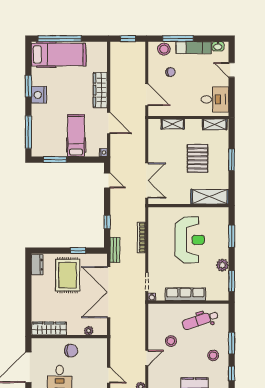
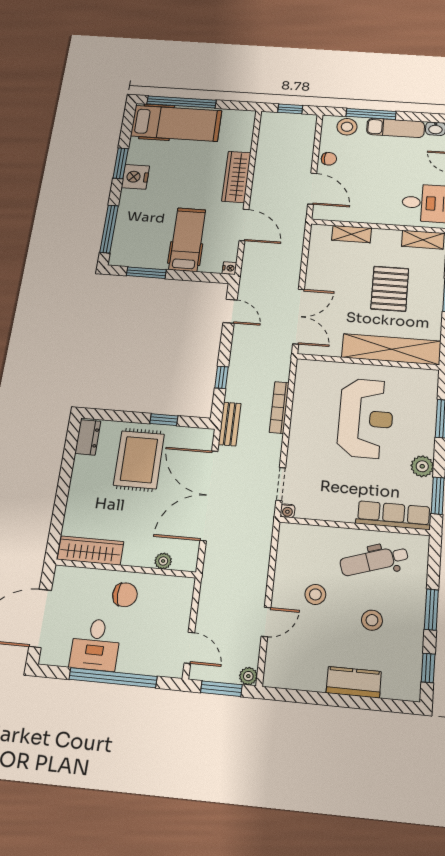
chair: (170, 72) -> (329, 159), moved
shelving: (210, 197) -> (391, 349), width x1.47
row of seats: (185, 294) -> (393, 515), moved
stool: (213, 355) -> (372, 620), moved

